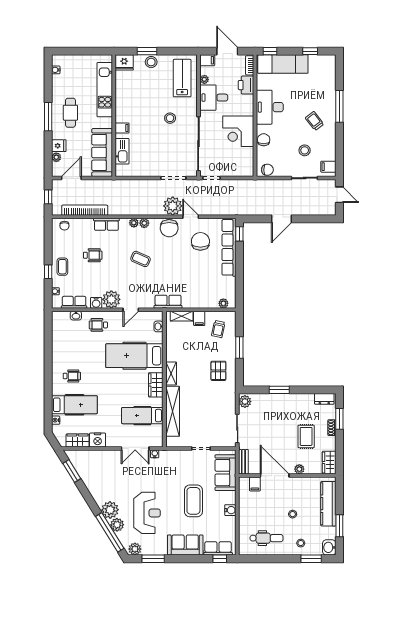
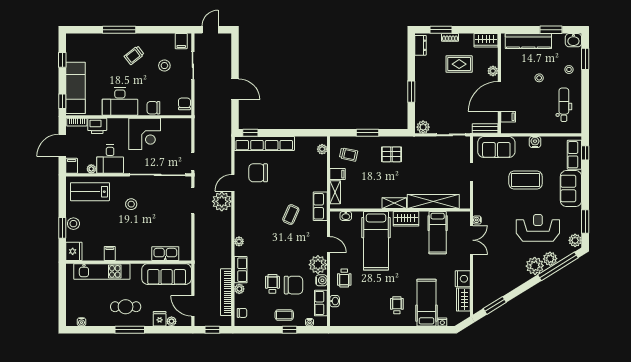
filing cabinet: (122, 128) -> (110, 254), moved
plant: (144, 223) -> (239, 289), moved
chair: (169, 228) -> (294, 285), moved
coffee table: (141, 259) -> (291, 215), moved

